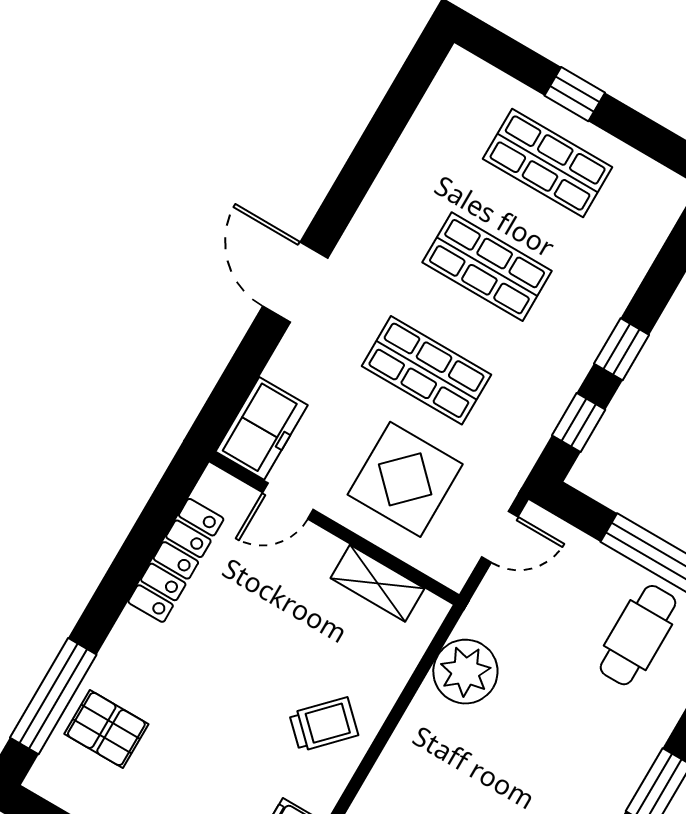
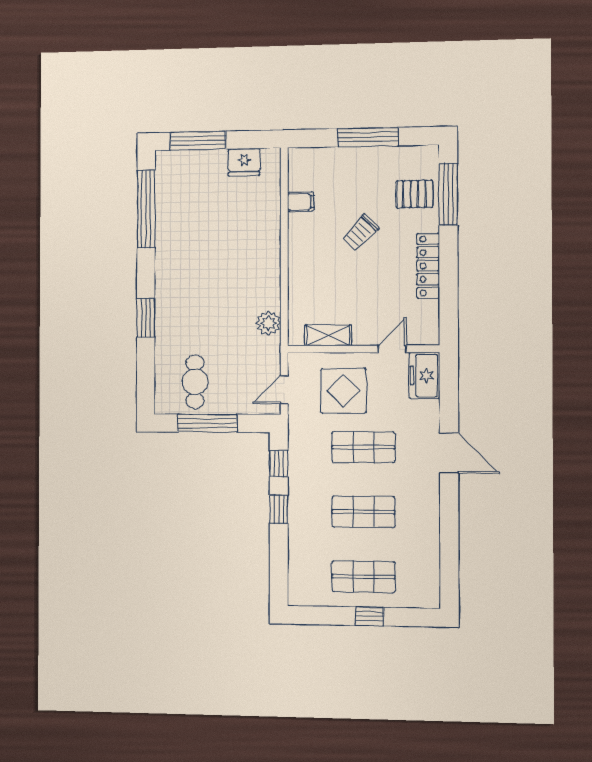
locker: (176, 560) -> (428, 266), moved
plant: (465, 672) -> (268, 323), width x0.73, depth x0.73
trolley: (324, 724) -> (360, 233), moved

